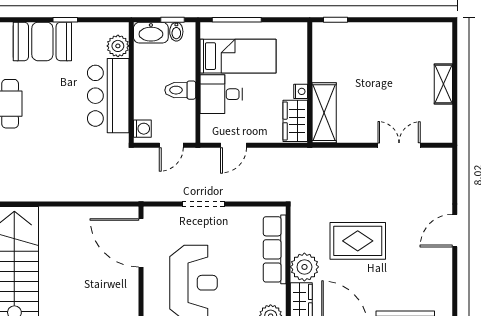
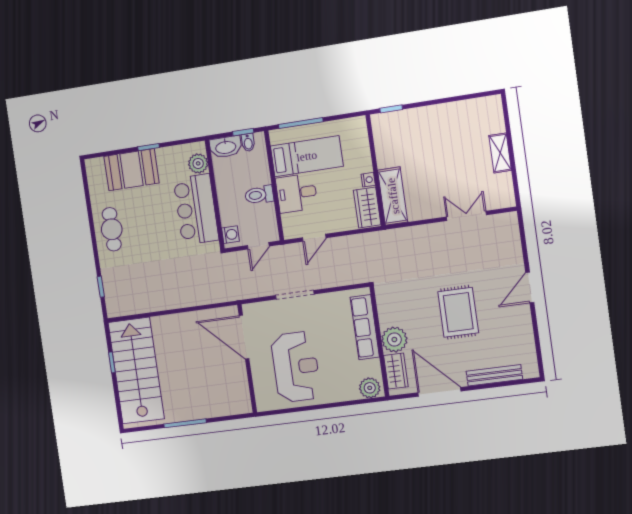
rug: (358, 241) -> (458, 312), moved, turned 90

